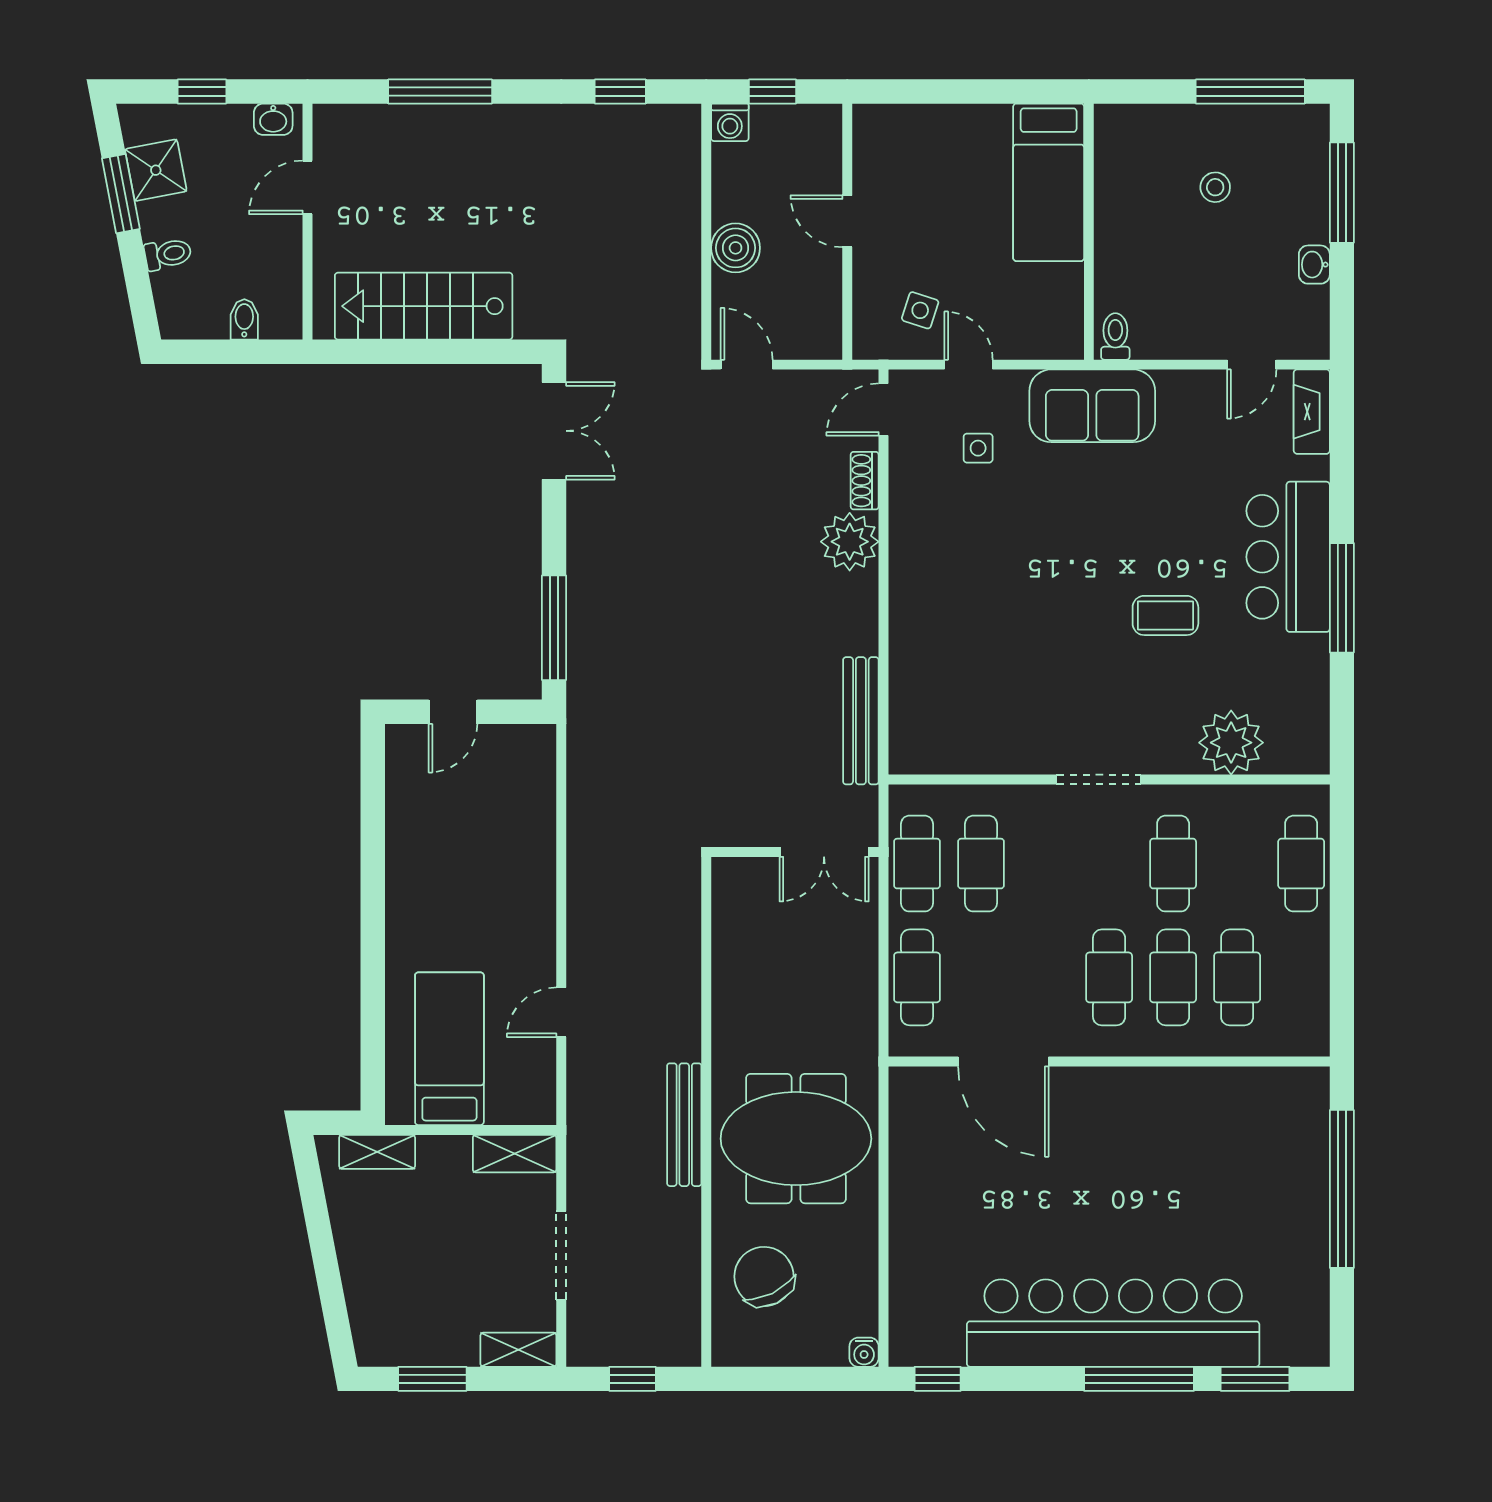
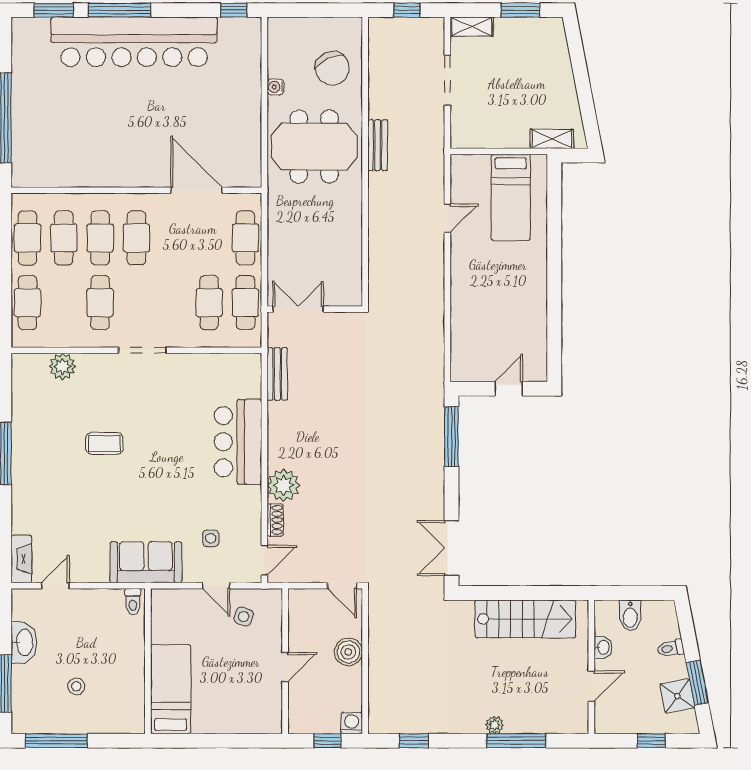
washbasin: (273, 119) -> (603, 647), moved, turned 90
plant: (478, 119) -> (494, 725), added
door: (847, 221) -> (285, 667), hinge flipped
washbasin: (1314, 265) -> (24, 642), width x1.91, depth x1.45
bidet: (244, 319) -> (630, 615), width x1.38, depth x1.36
bar counter: (1288, 557) -> (238, 442), moved, turned 180
bench: (861, 721) -> (277, 374), width x0.73
plant: (1231, 743) -> (62, 366), width x0.73, depth x0.73
cafe table: (1301, 977) -> (27, 238), added
bench: (684, 1125) -> (378, 145), width x0.73
shelving: (515, 1154) -> (474, 138), removed
water cooler: (864, 1352) -> (275, 87), moved, turned -90

